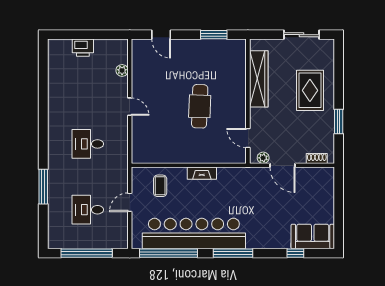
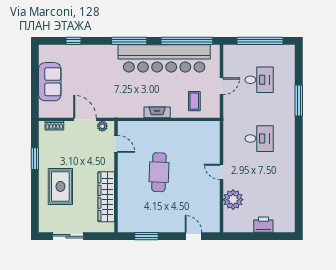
plant: (122, 70) -> (233, 200), width x1.88, depth x1.88
sofa: (313, 236) -> (50, 82), moved, turned -90

